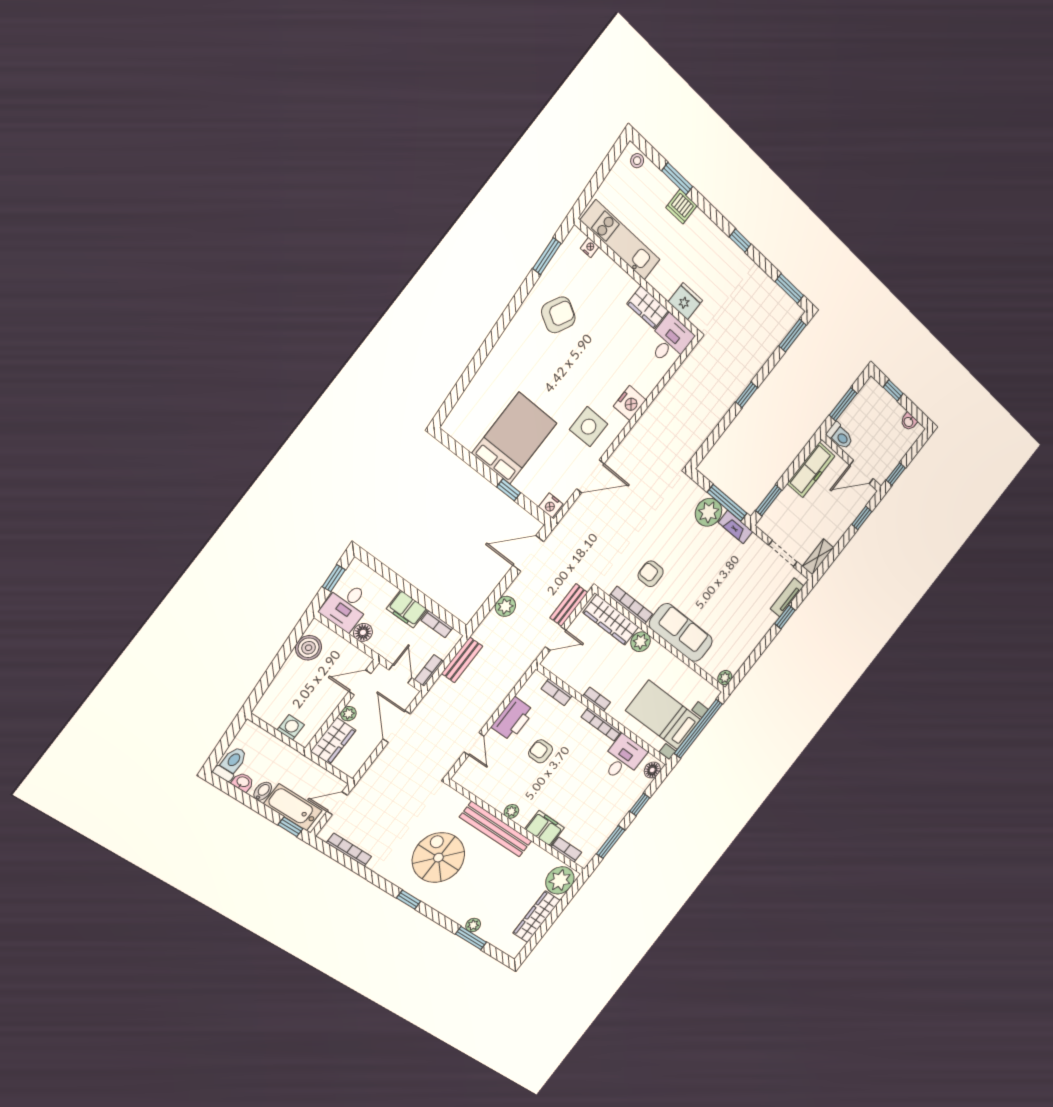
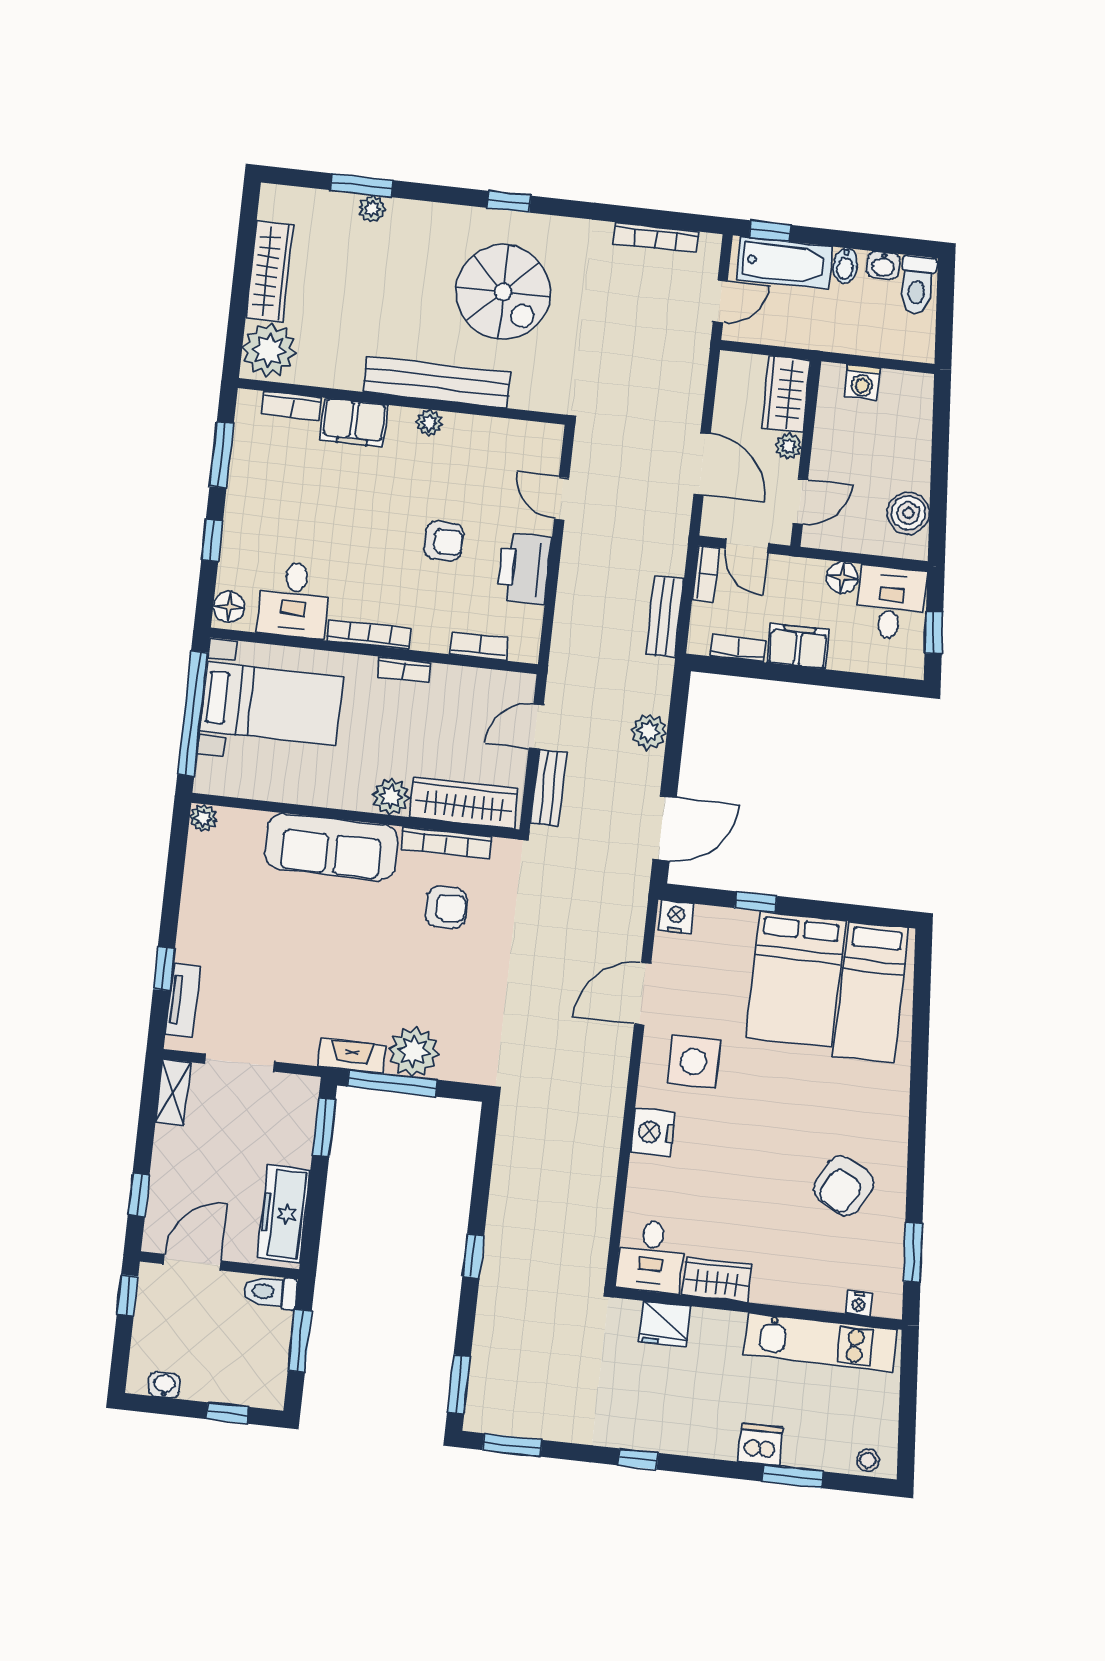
bed: (482, 408) -> (871, 992), added

